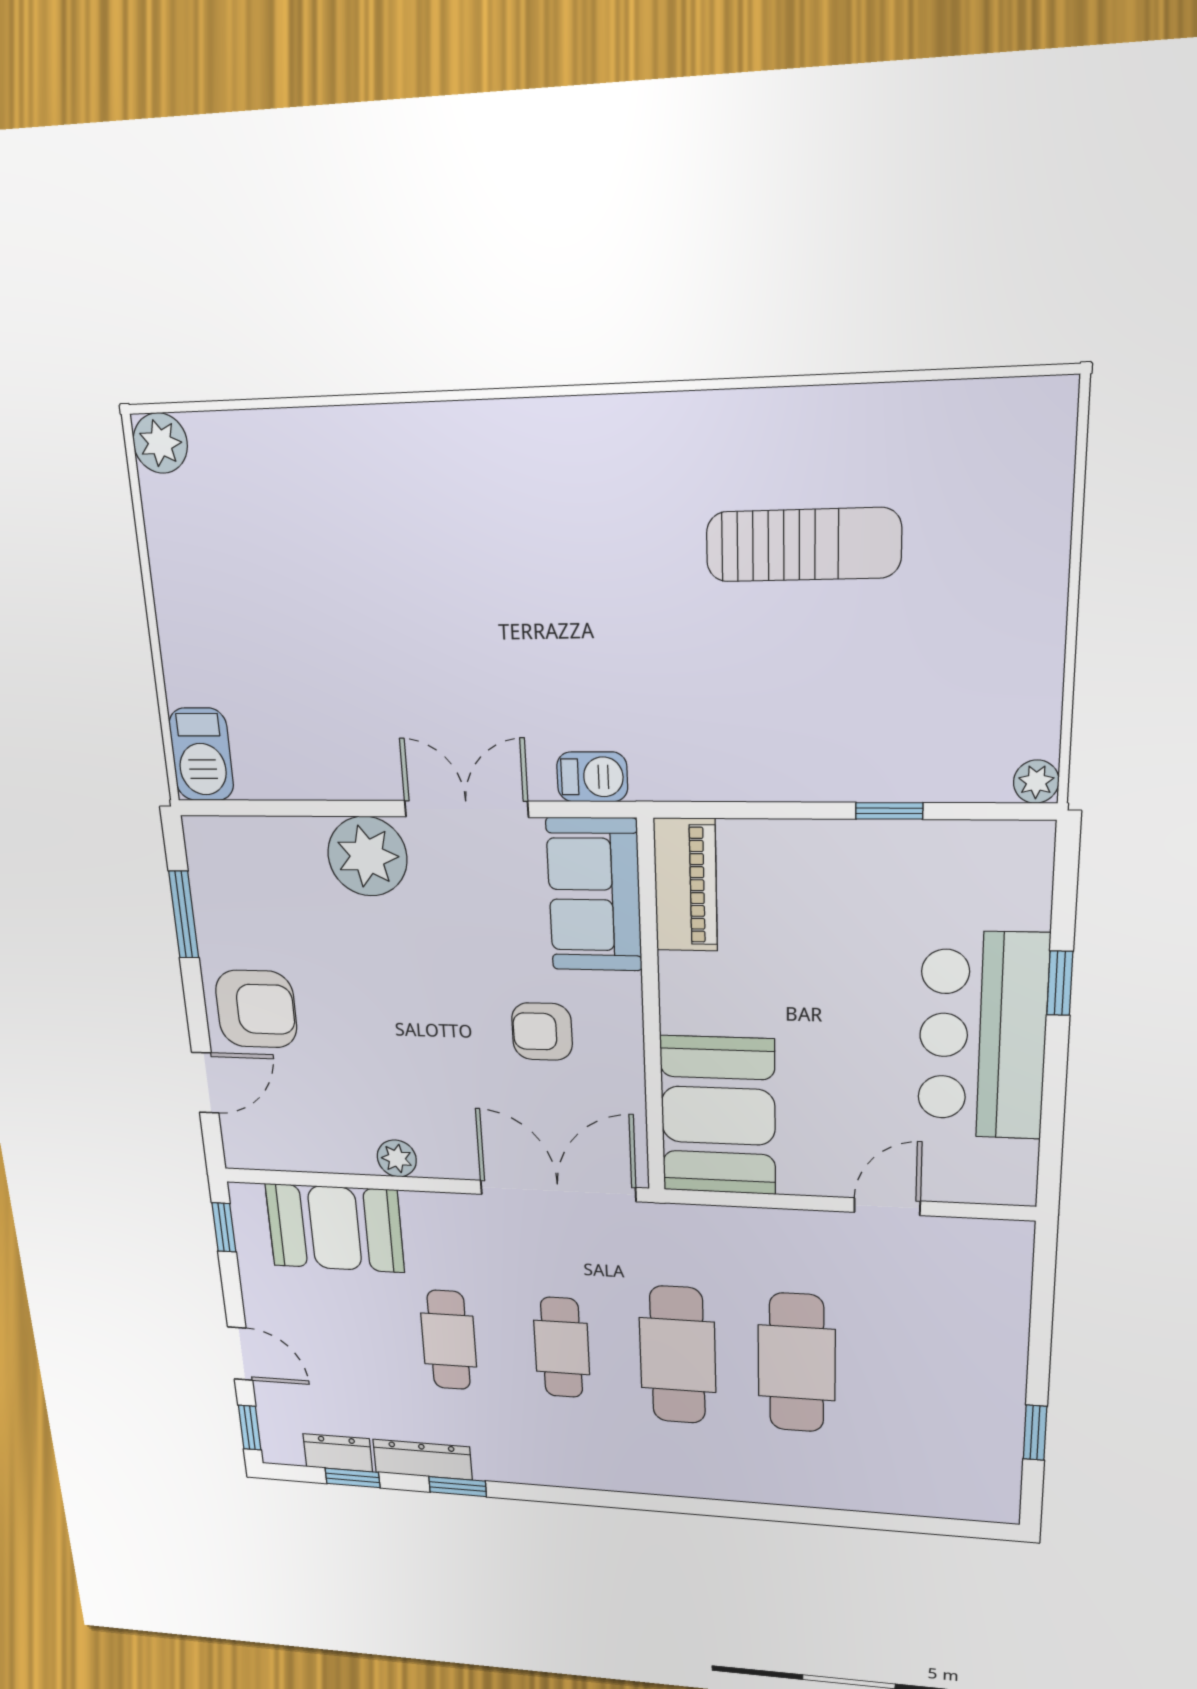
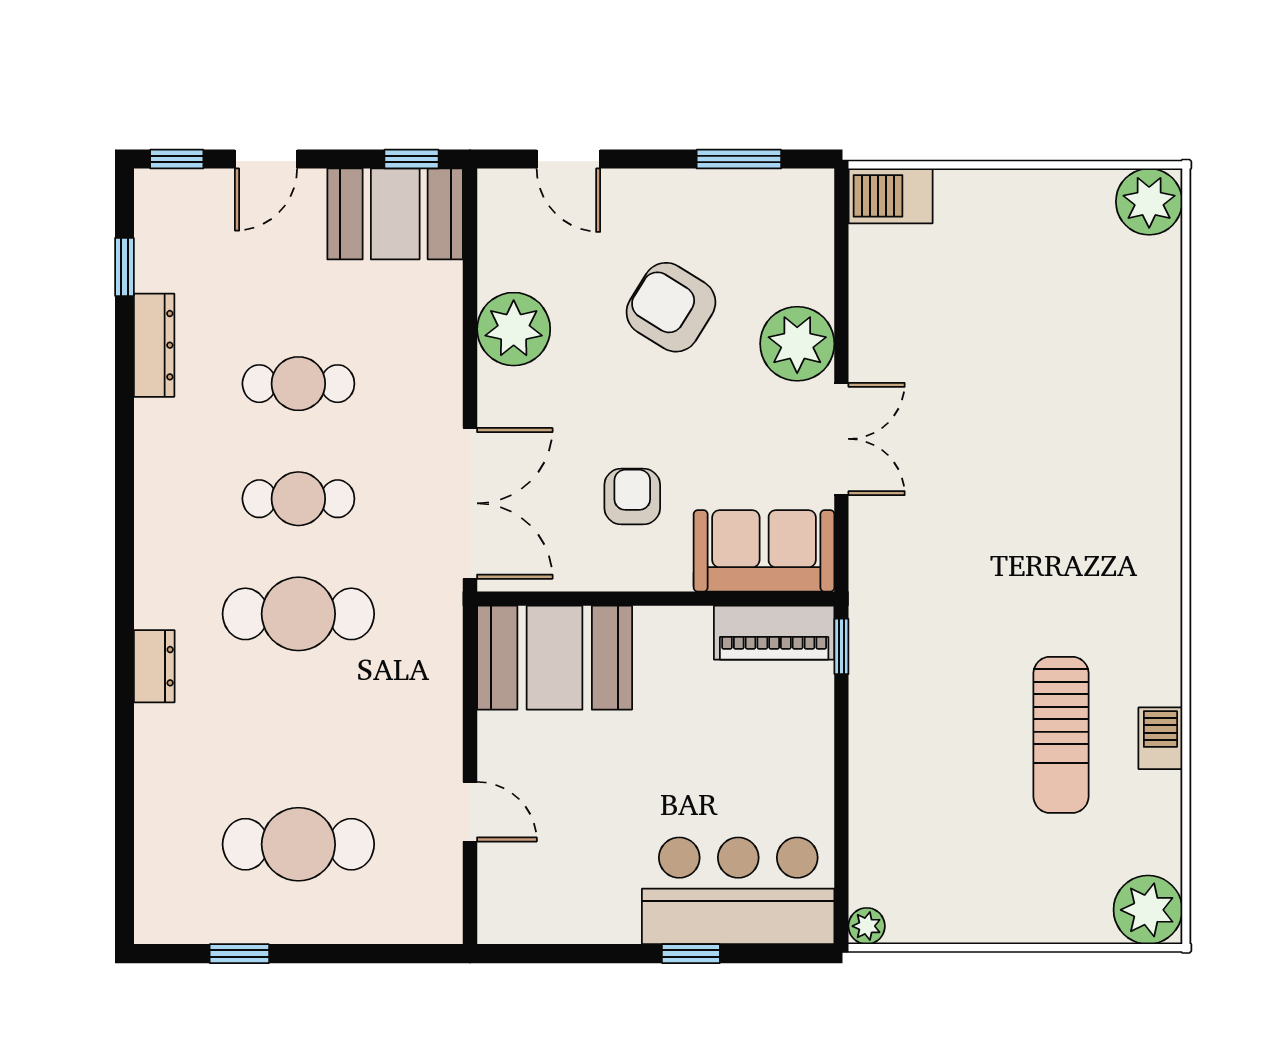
plant: (1032, 423) -> (1148, 910), added
plant: (160, 443) -> (1149, 202), width x1.36, depth x1.36
barbecue: (592, 777) -> (1160, 738), moved, turned 180
window: (889, 811) -> (841, 646), moved
armchair: (256, 1009) -> (671, 307), moved, turned 122
bar counter: (982, 1036) -> (738, 891), moved
plant: (397, 1158) -> (514, 329), width x1.88, depth x1.88
booth: (335, 1228) -> (395, 214), moved, turned 90
cafe table: (797, 1363) -> (298, 844), moved
dresser: (338, 1453) -> (154, 666), moved
window: (458, 1487) -> (124, 380), removed

